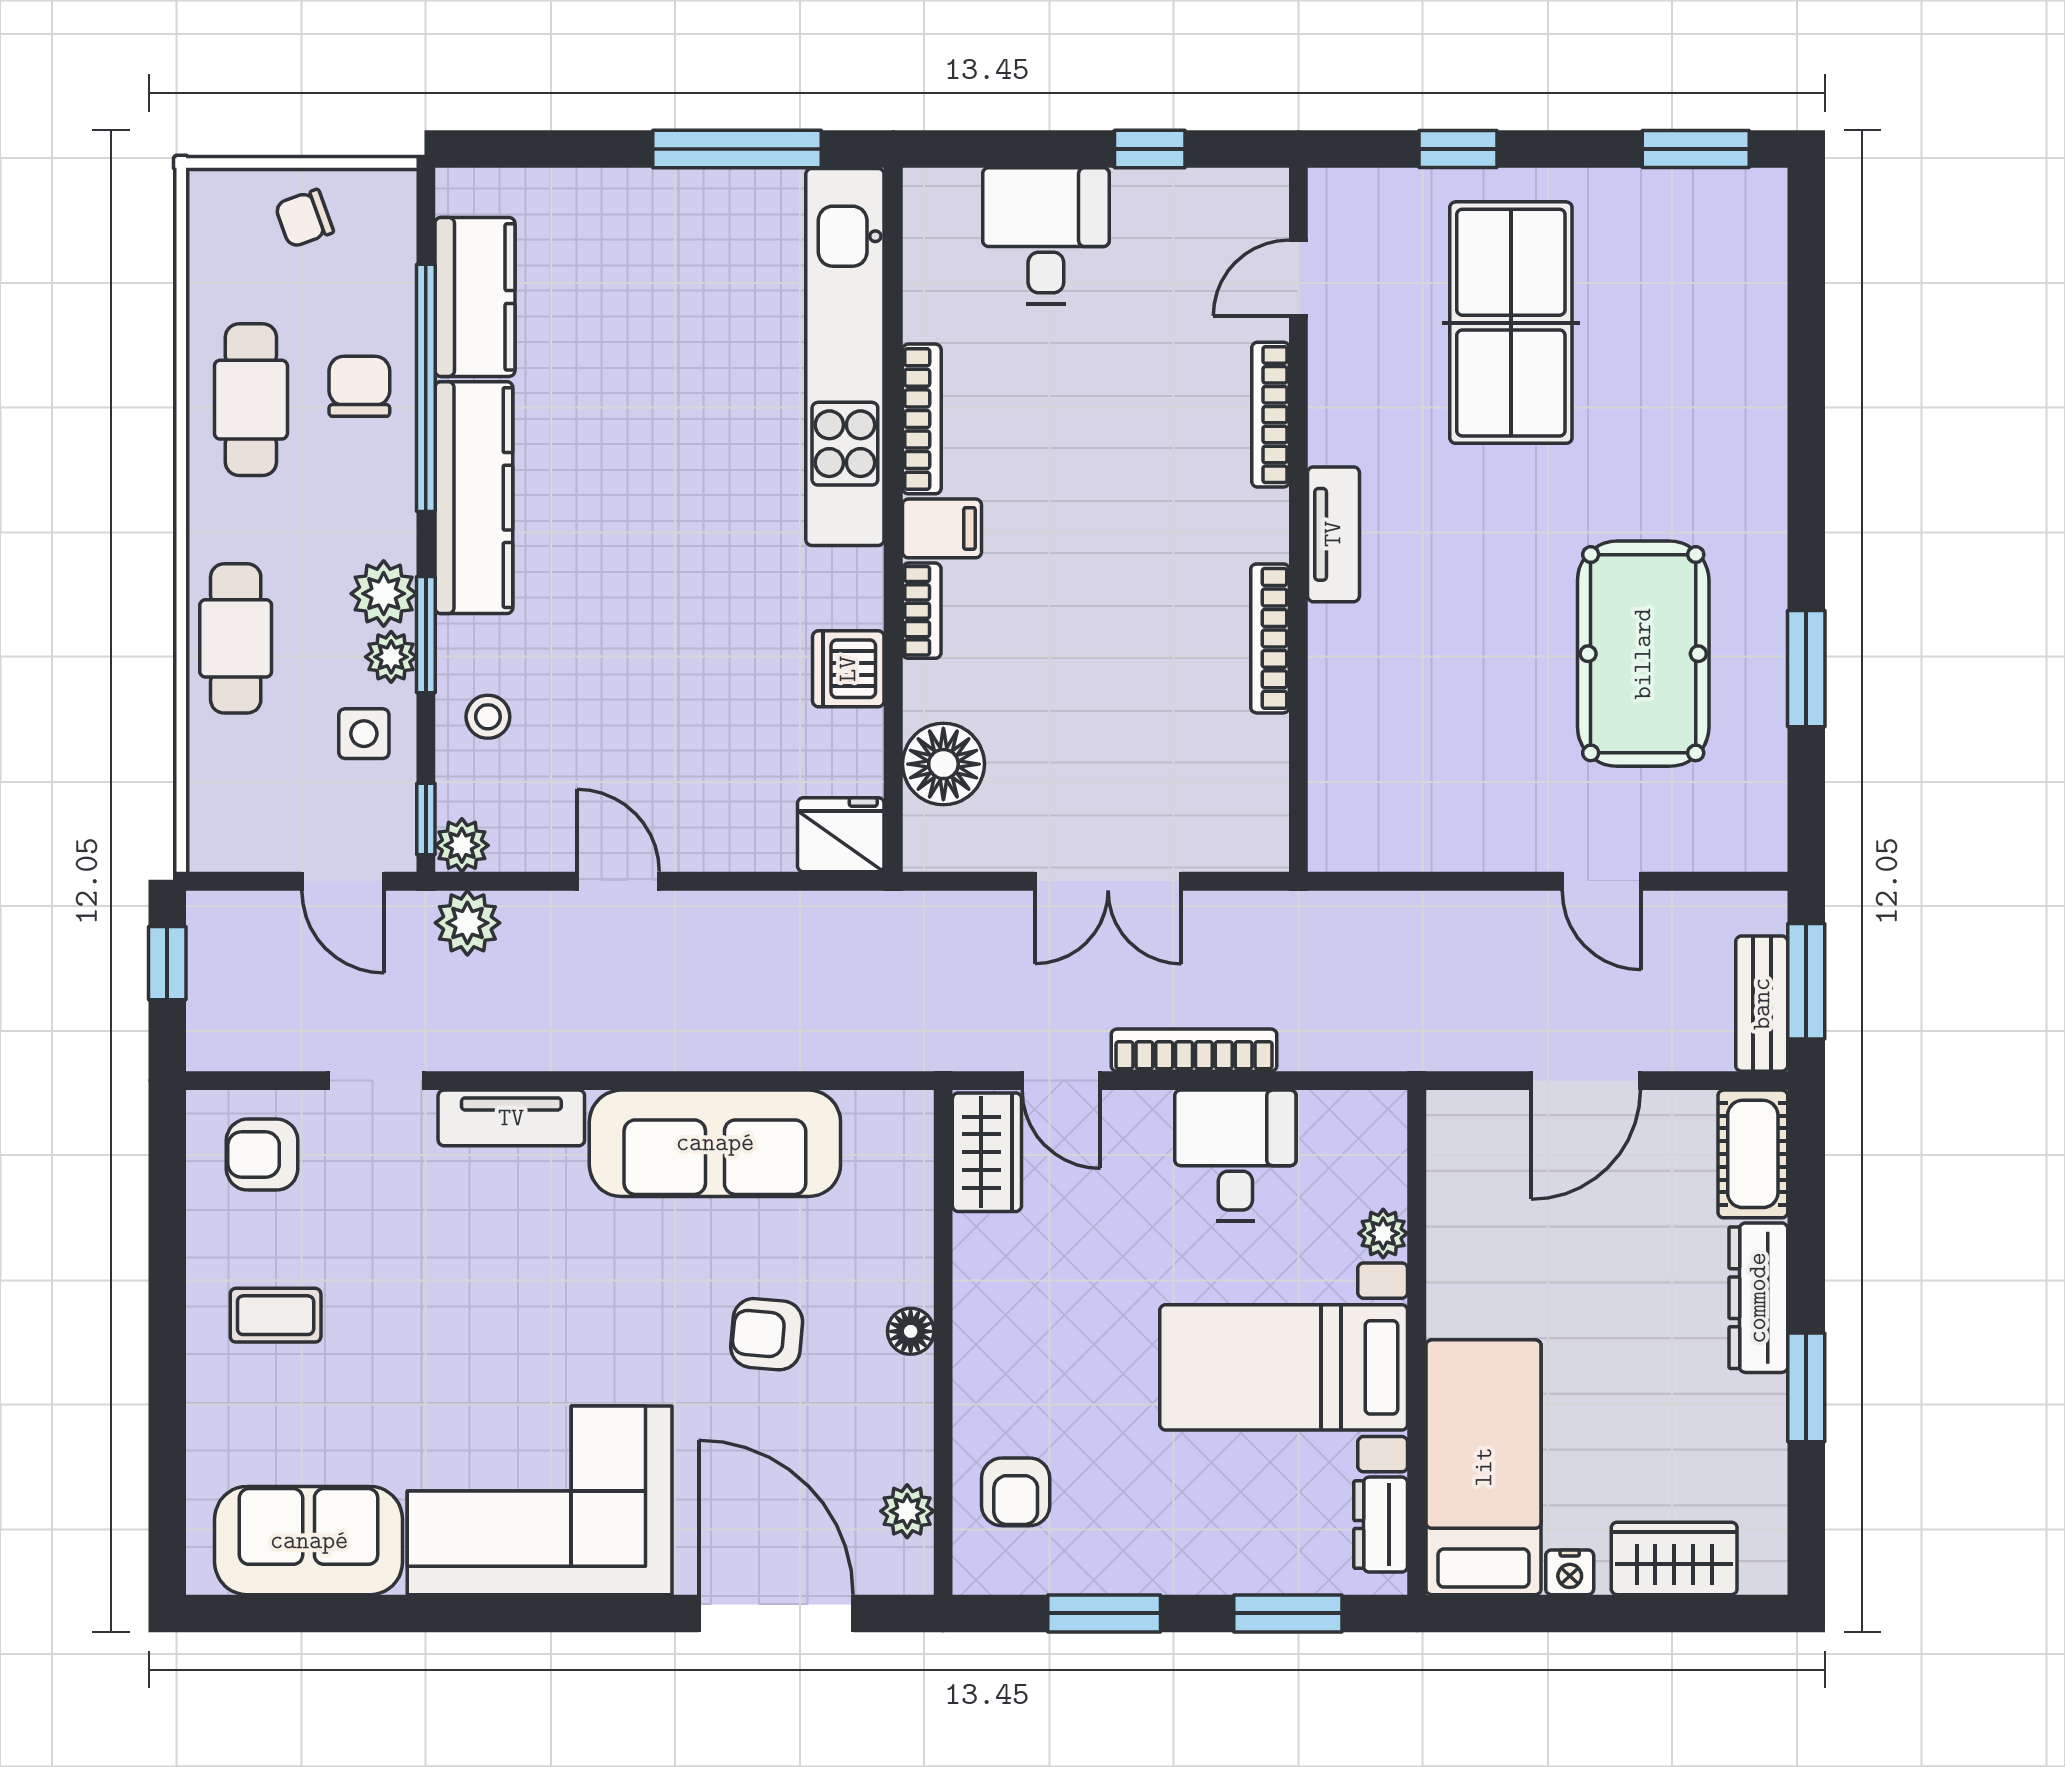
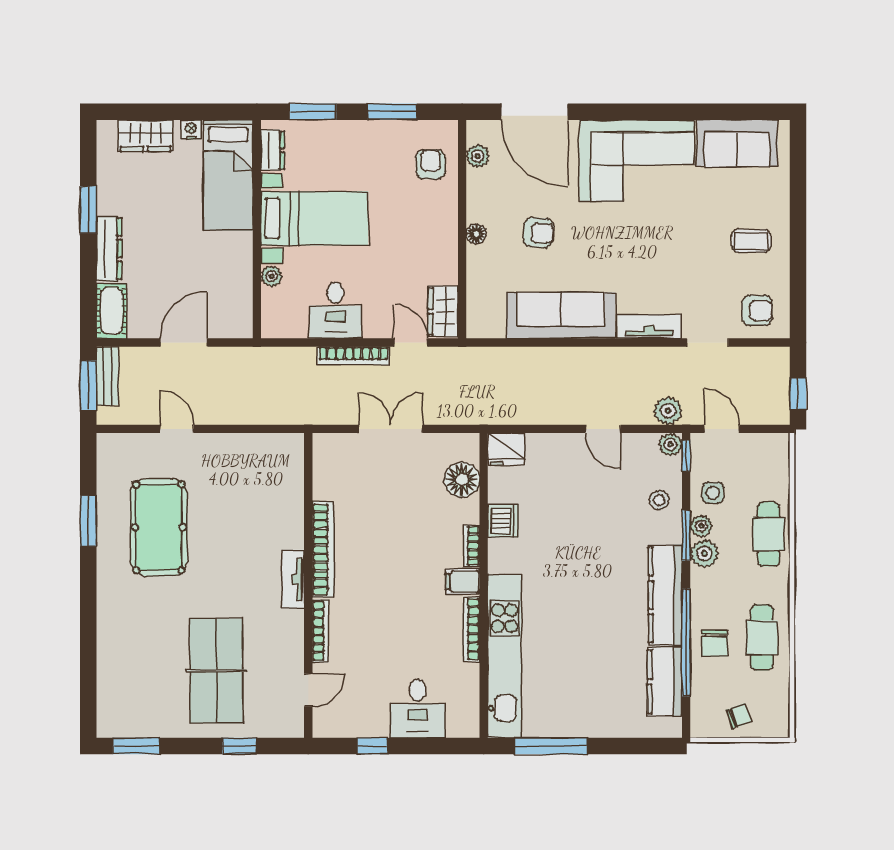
bookcase: (1270, 638) -> (323, 550), width x1.48, depth x1.31

